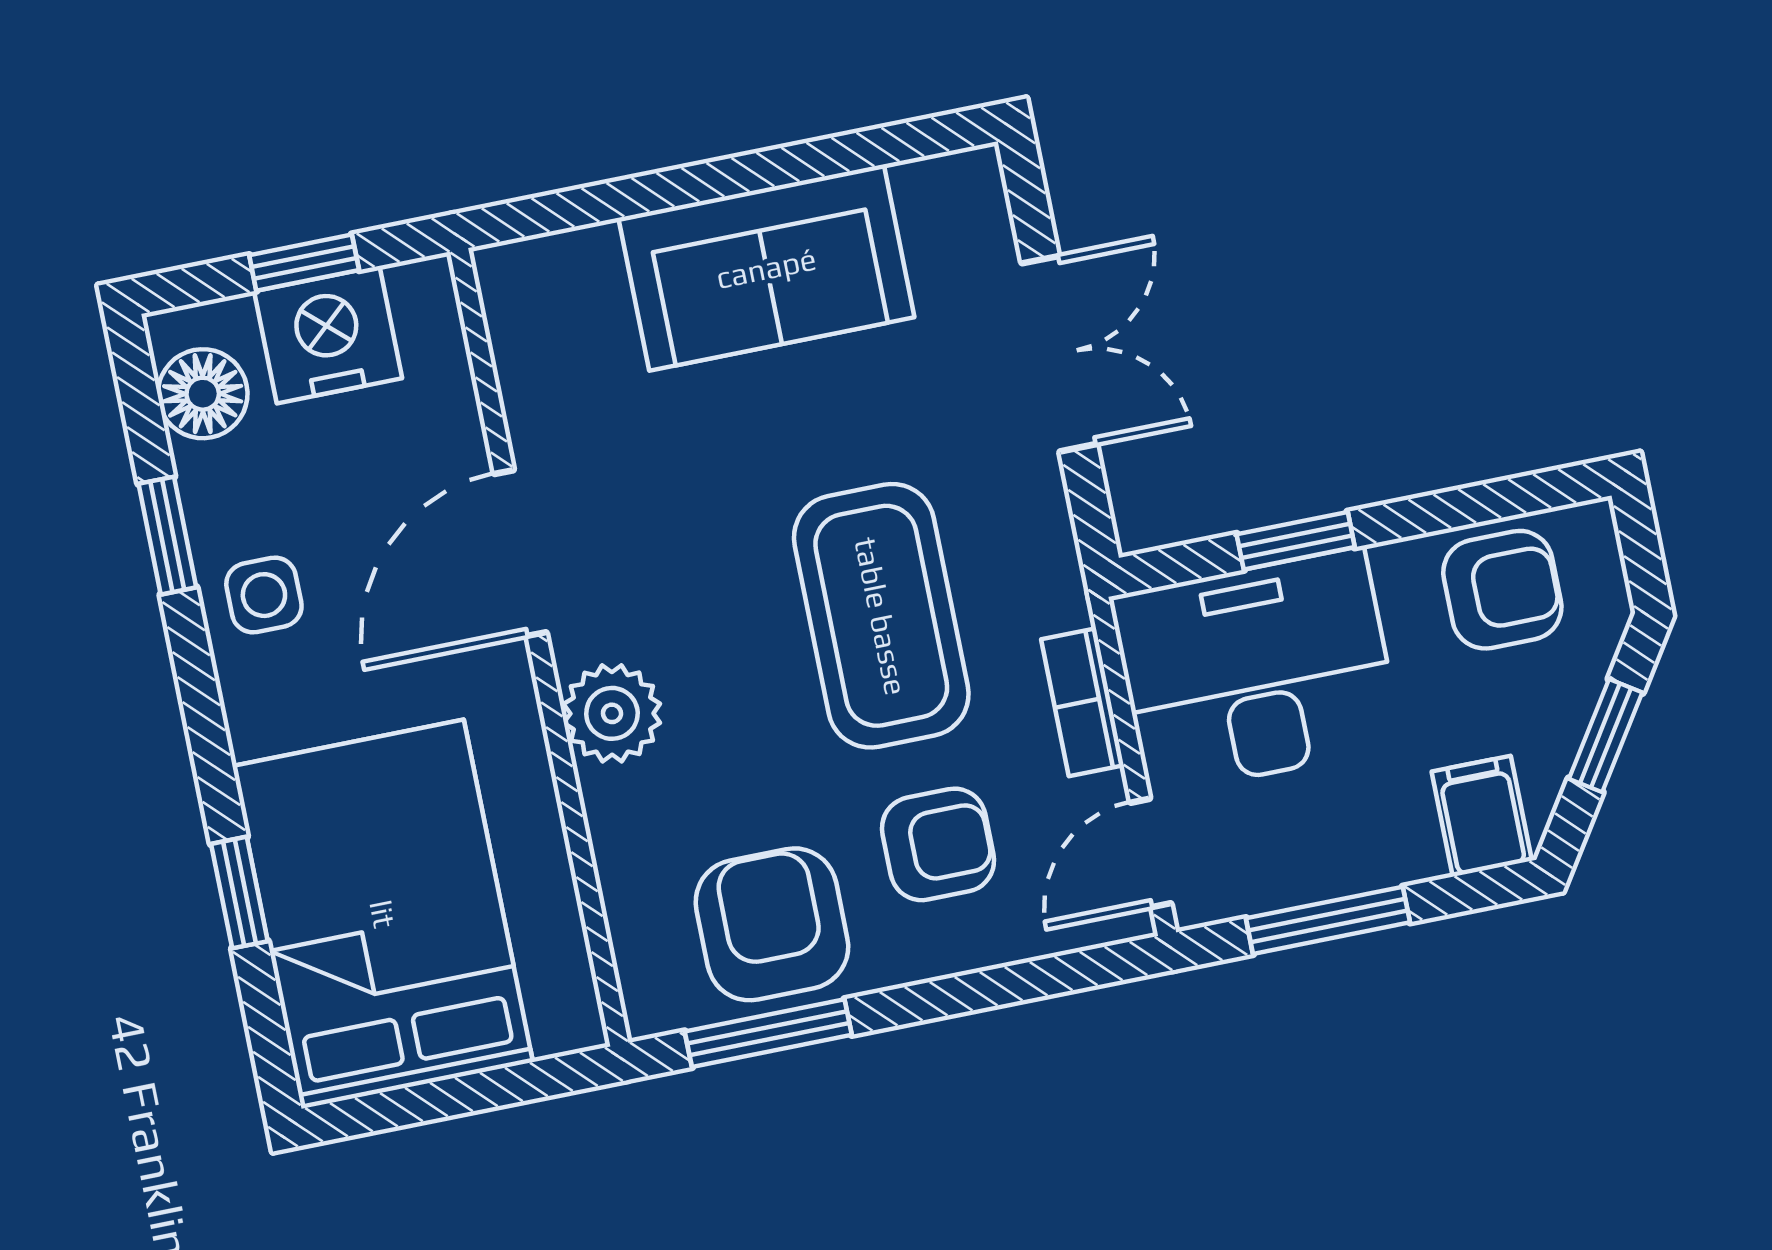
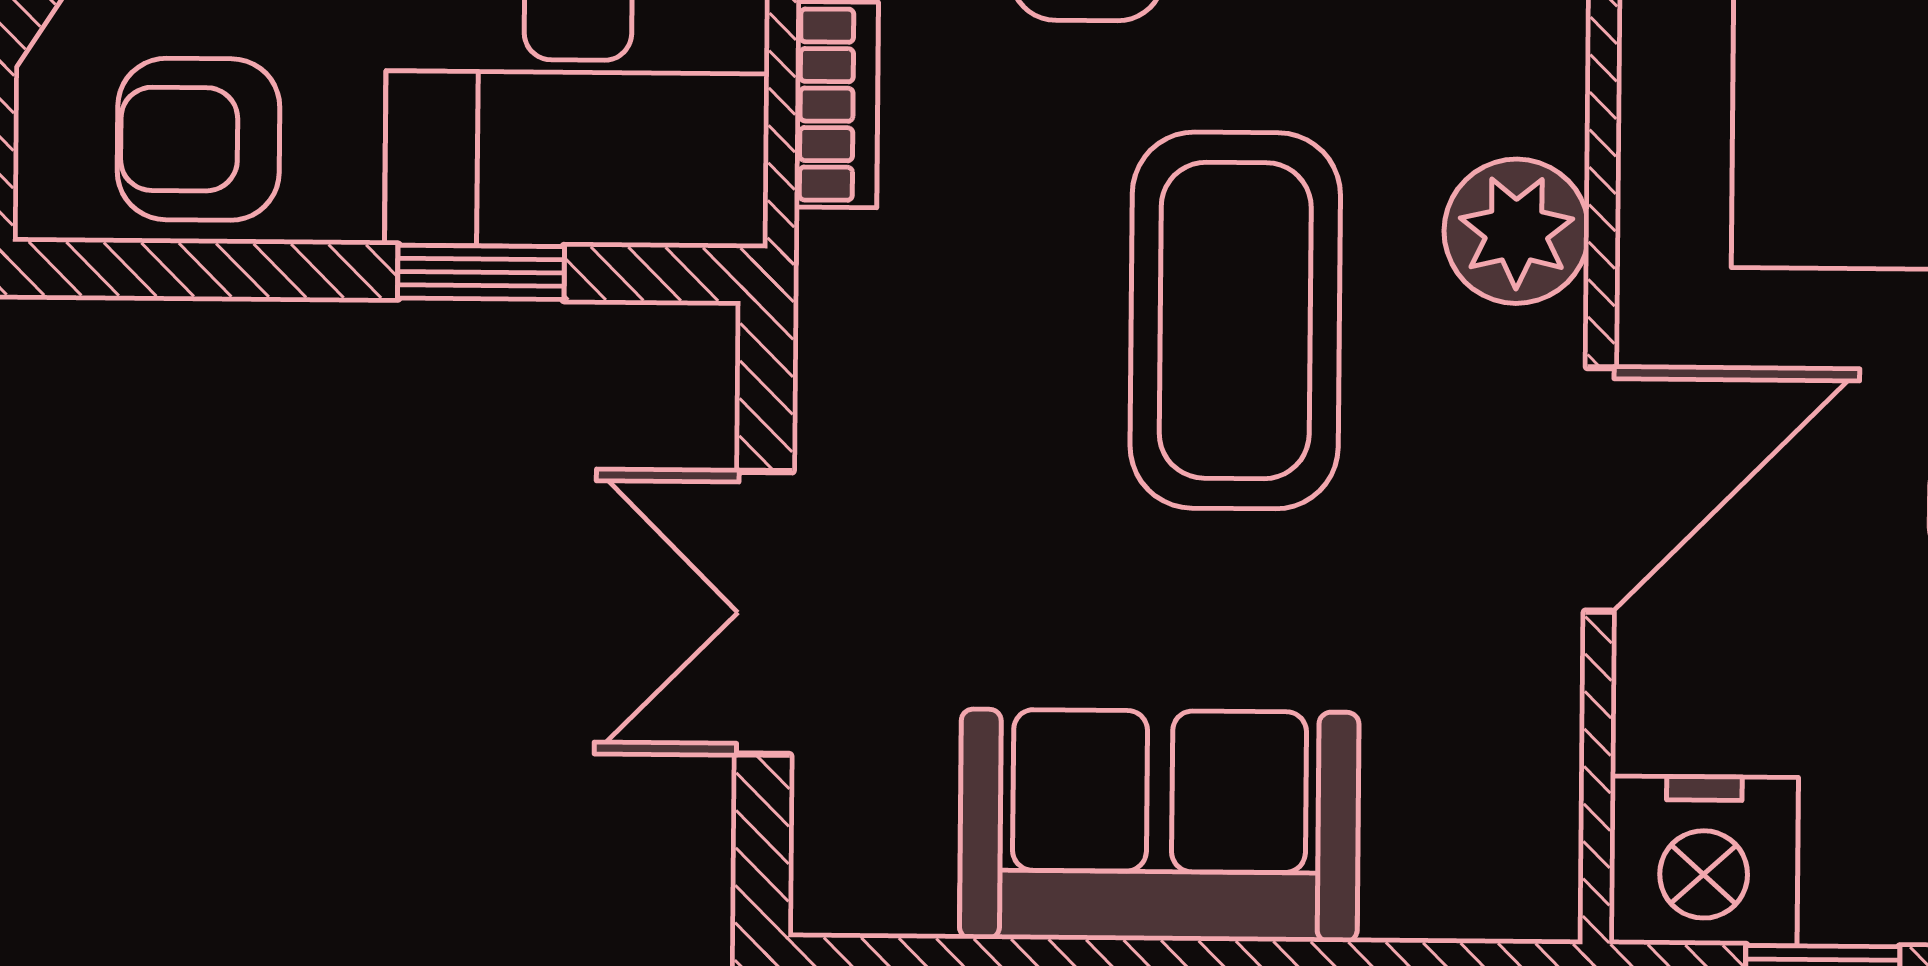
nightstand: (328, 335) -> (1704, 861), moved
coffee table: (881, 616) -> (1235, 320), moved

